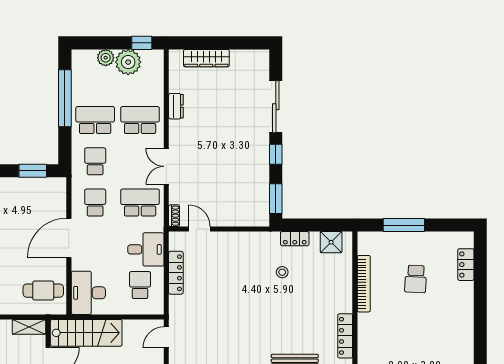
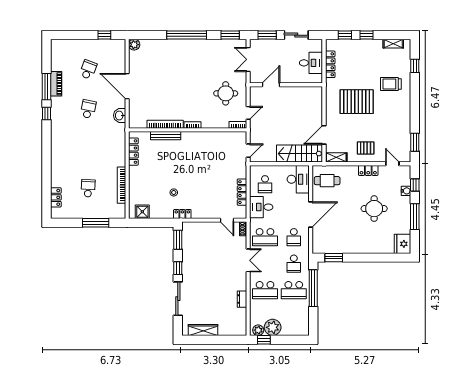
plant: (106, 58) -> (258, 330), moved
wardrobe: (206, 58) -> (203, 330), moved
window: (65, 98) -> (313, 288), moved
locker: (295, 239) -> (182, 214), moved

